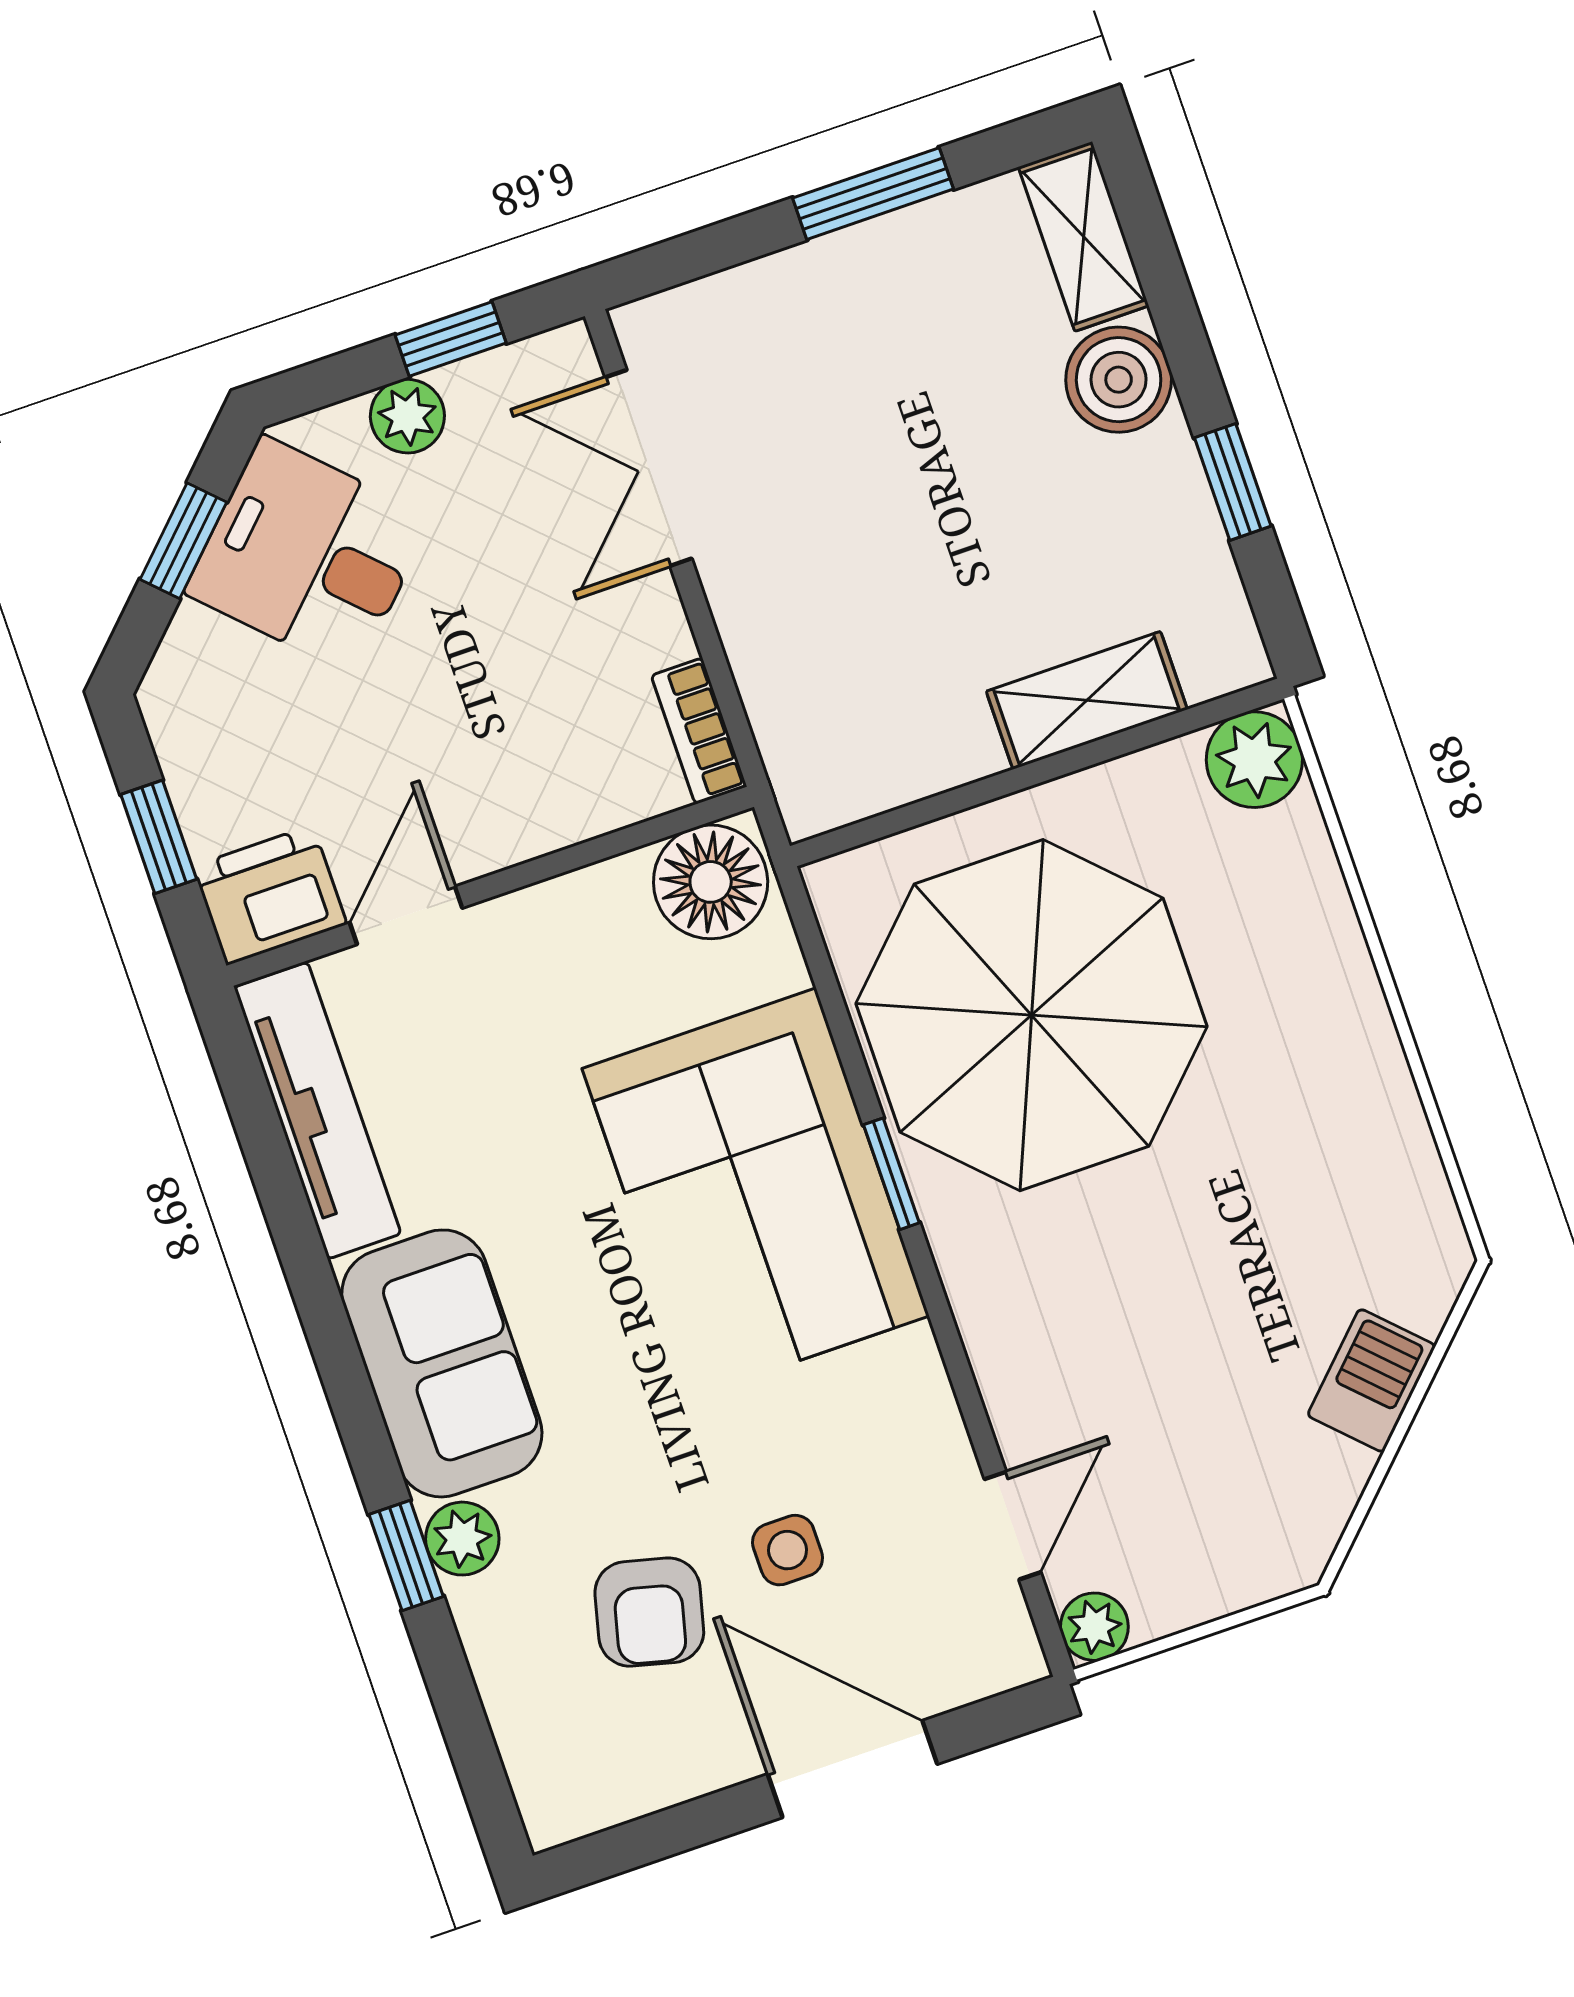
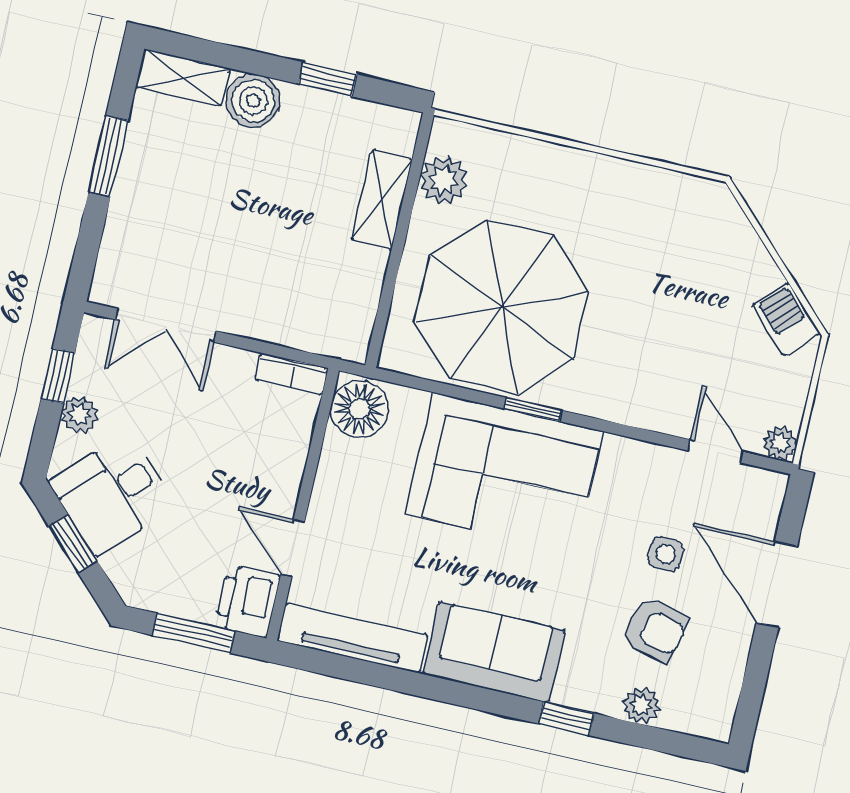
plant: (1254, 760) -> (444, 180), moved
window: (159, 837) -> (193, 633), width x1.50
barbecue: (1371, 1381) -> (786, 319), moved
plant: (462, 1539) -> (641, 705), moved
door: (853, 1769) -> (777, 584), hinge flipped

